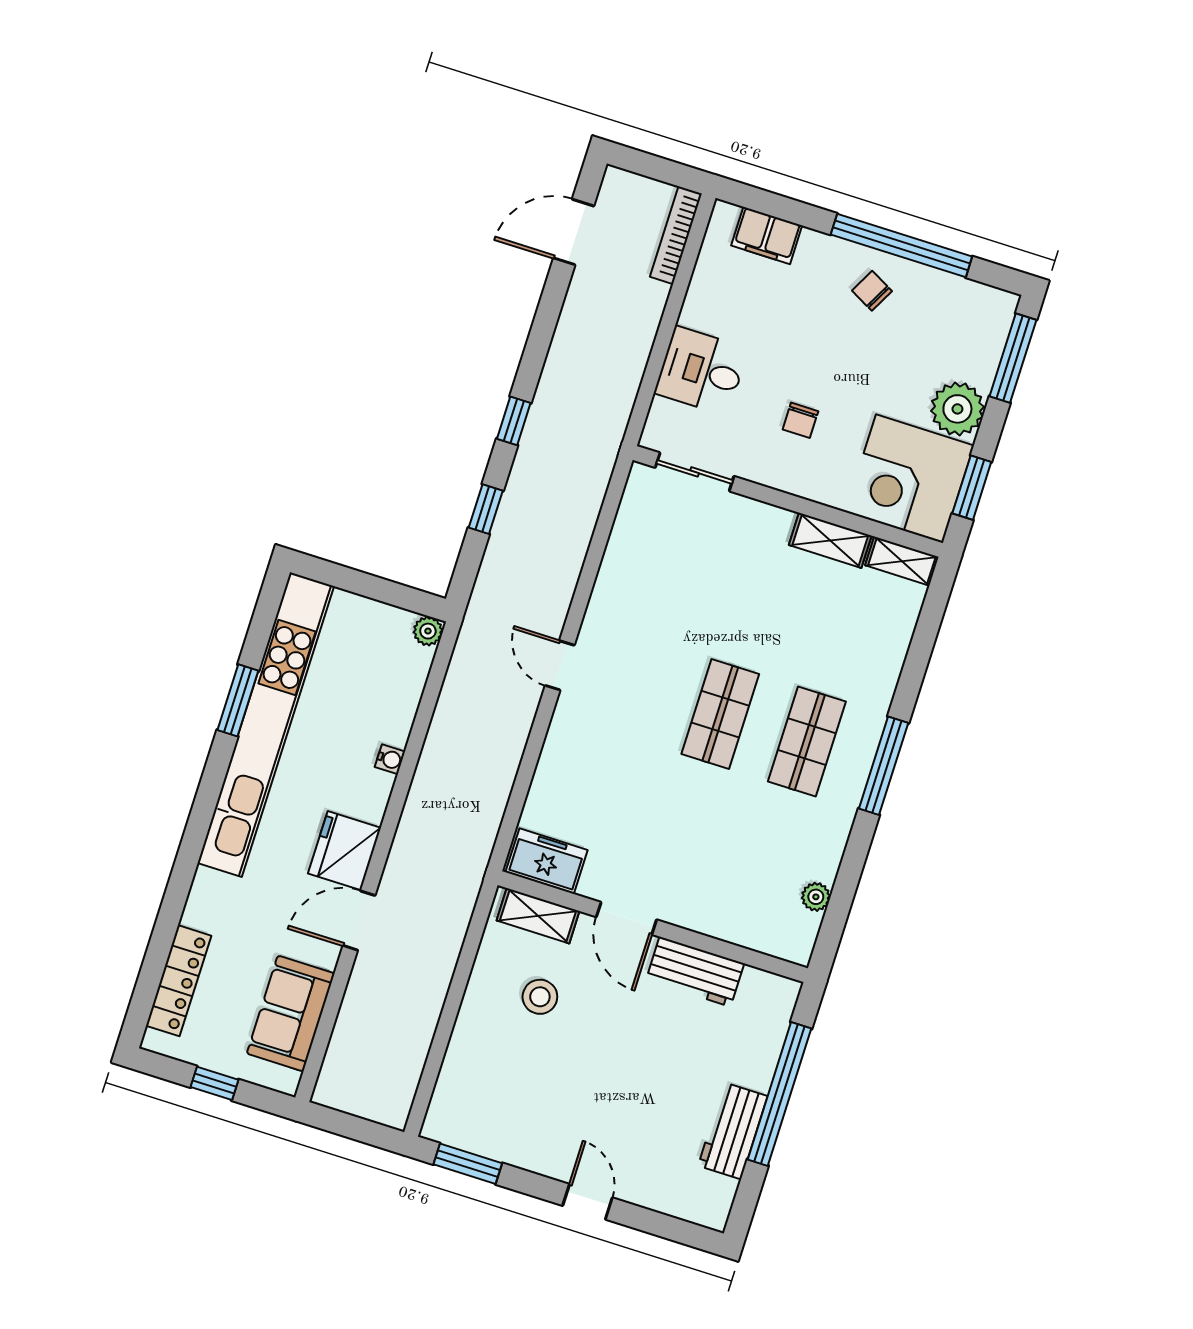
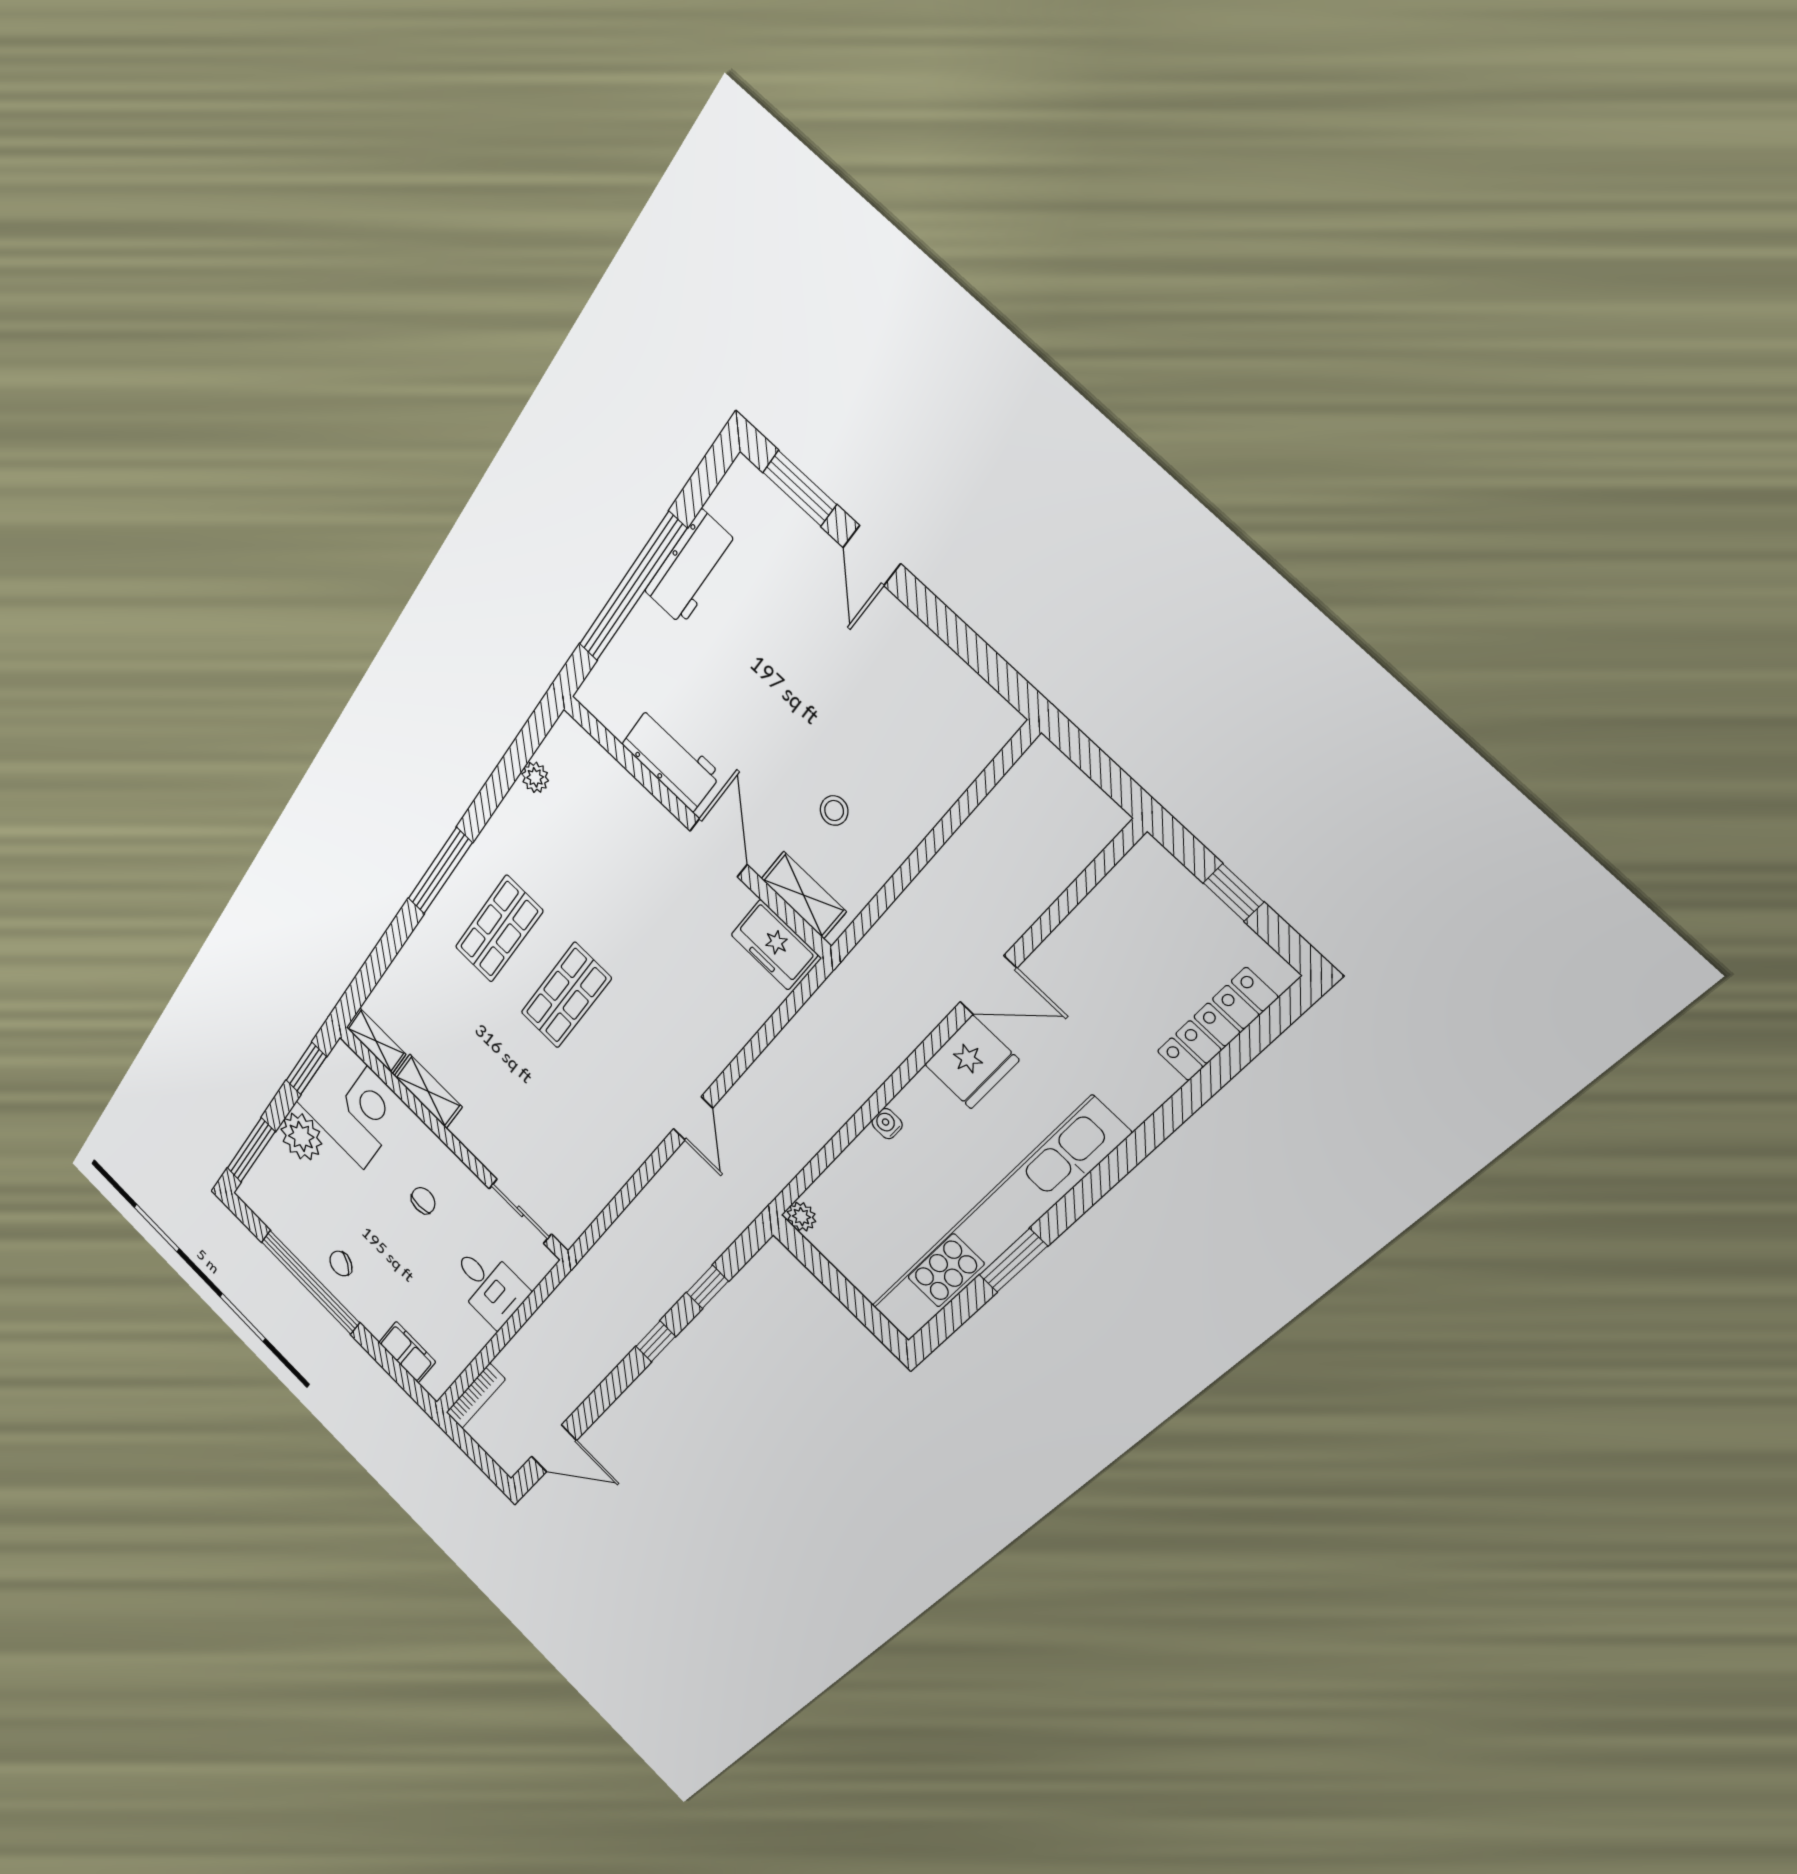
chair: (872, 291) -> (341, 1263), turned 102
stool: (540, 997) -> (834, 811), width x0.73, depth x0.73
sofa: (291, 1013) -> (1108, 926), removed
window: (468, 1164) -> (800, 488), moved

